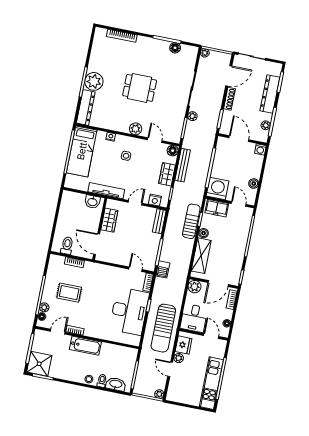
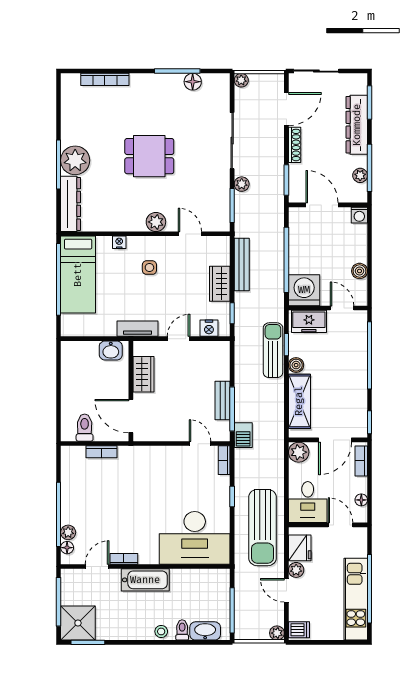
floor lamp: (173, 151) -> (221, 245), removed
tv unit: (106, 191) -> (137, 329), width x0.71
bench: (159, 221) -> (223, 400), moved
rug: (69, 293) -> (103, 501), removed
desk: (129, 311) -> (195, 538), moved, turned 90
dishwasher: (173, 395) -> (299, 630), added

